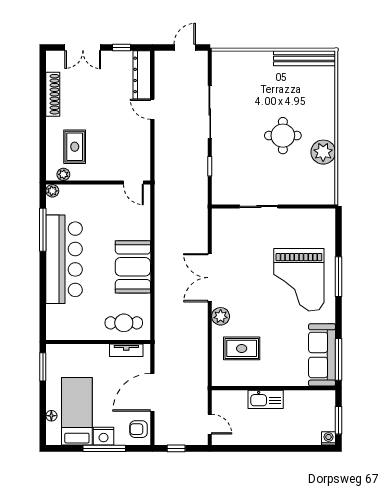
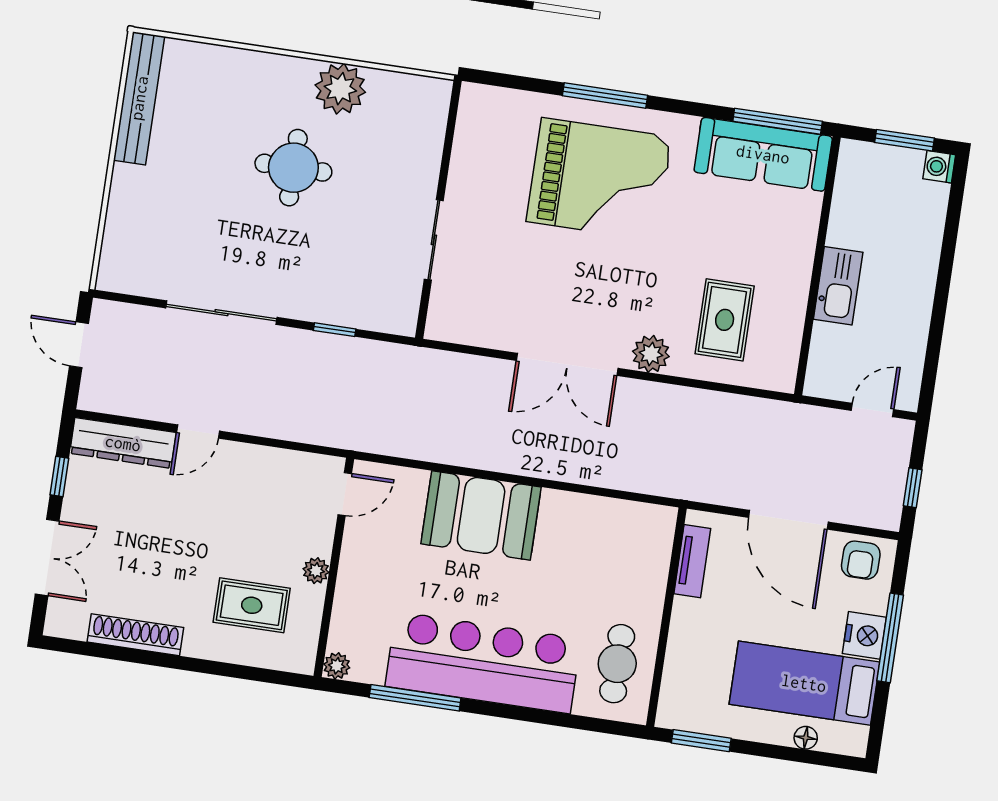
plant: (63, 174) -> (316, 571), moved
booth: (133, 267) -> (481, 515), moved
cafe table: (124, 323) -> (617, 664), moved

